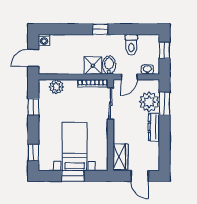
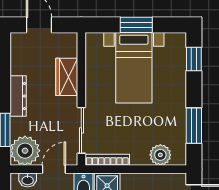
plant: (149, 102) -> (25, 151), moved
window: (33, 107) -> (194, 126), width x1.50
wardrobe: (120, 157) -> (67, 77), moved

